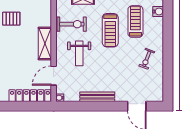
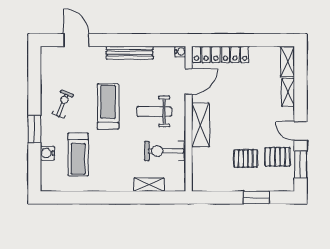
water cooler: (158, 11) -> (47, 153), moved
treadmill: (110, 30) -> (108, 106), moved
window: (168, 40) -> (34, 129), added
weight bench: (79, 53) -> (154, 112), turned -90

